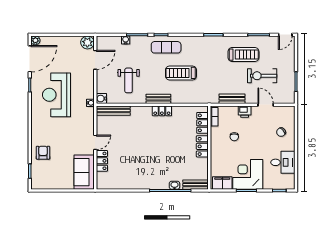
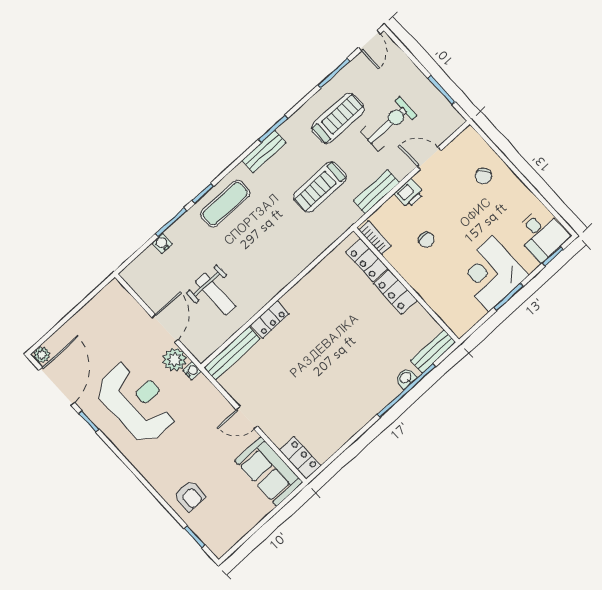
plant: (87, 42) -> (174, 360), moved
door: (95, 60) -> (165, 328), moved
treadmill: (181, 73) -> (320, 187), moved
exercise bike: (262, 76) -> (389, 124), turned 180
reception desk: (56, 95) -> (137, 402), turned 180
water cooler: (101, 99) -> (201, 352), removed
bench: (158, 99) -> (264, 152), moved
locker: (162, 111) -> (270, 320), moved
door: (95, 142) -> (247, 418), swing flipped
armchair: (43, 153) -> (190, 496), turned 180
locker: (102, 161) -> (300, 458), moved
desk: (283, 162) -> (542, 234), moved, turned 90
filing cabinet: (222, 183) -> (467, 316), removed

